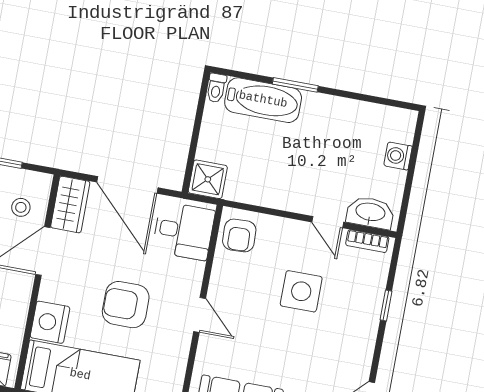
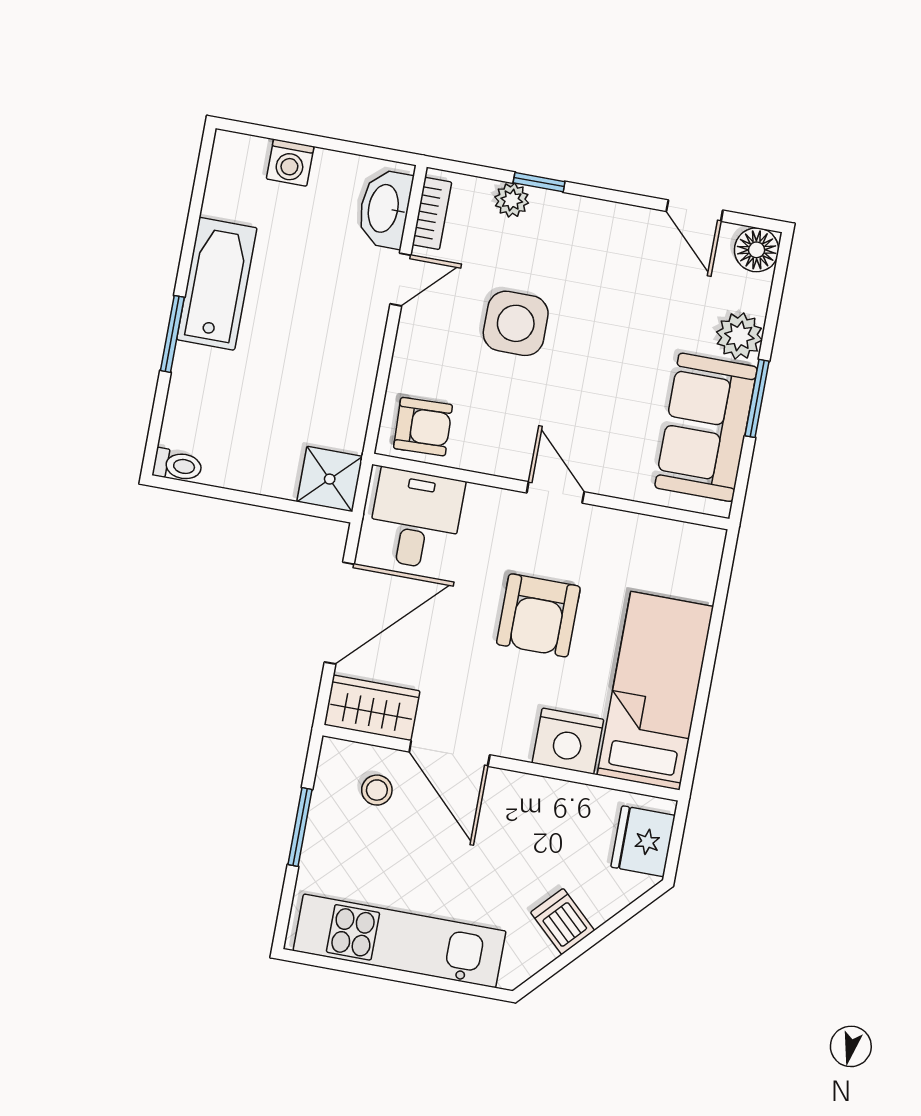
bathtub: (263, 100) -> (217, 284), moved
plant: (375, 289) -> (512, 200), added
door: (200, 315) -> (555, 492), hinge flipped

